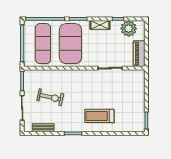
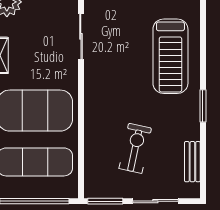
treadmill: (99, 116) -> (170, 56), width x1.37, depth x1.38

